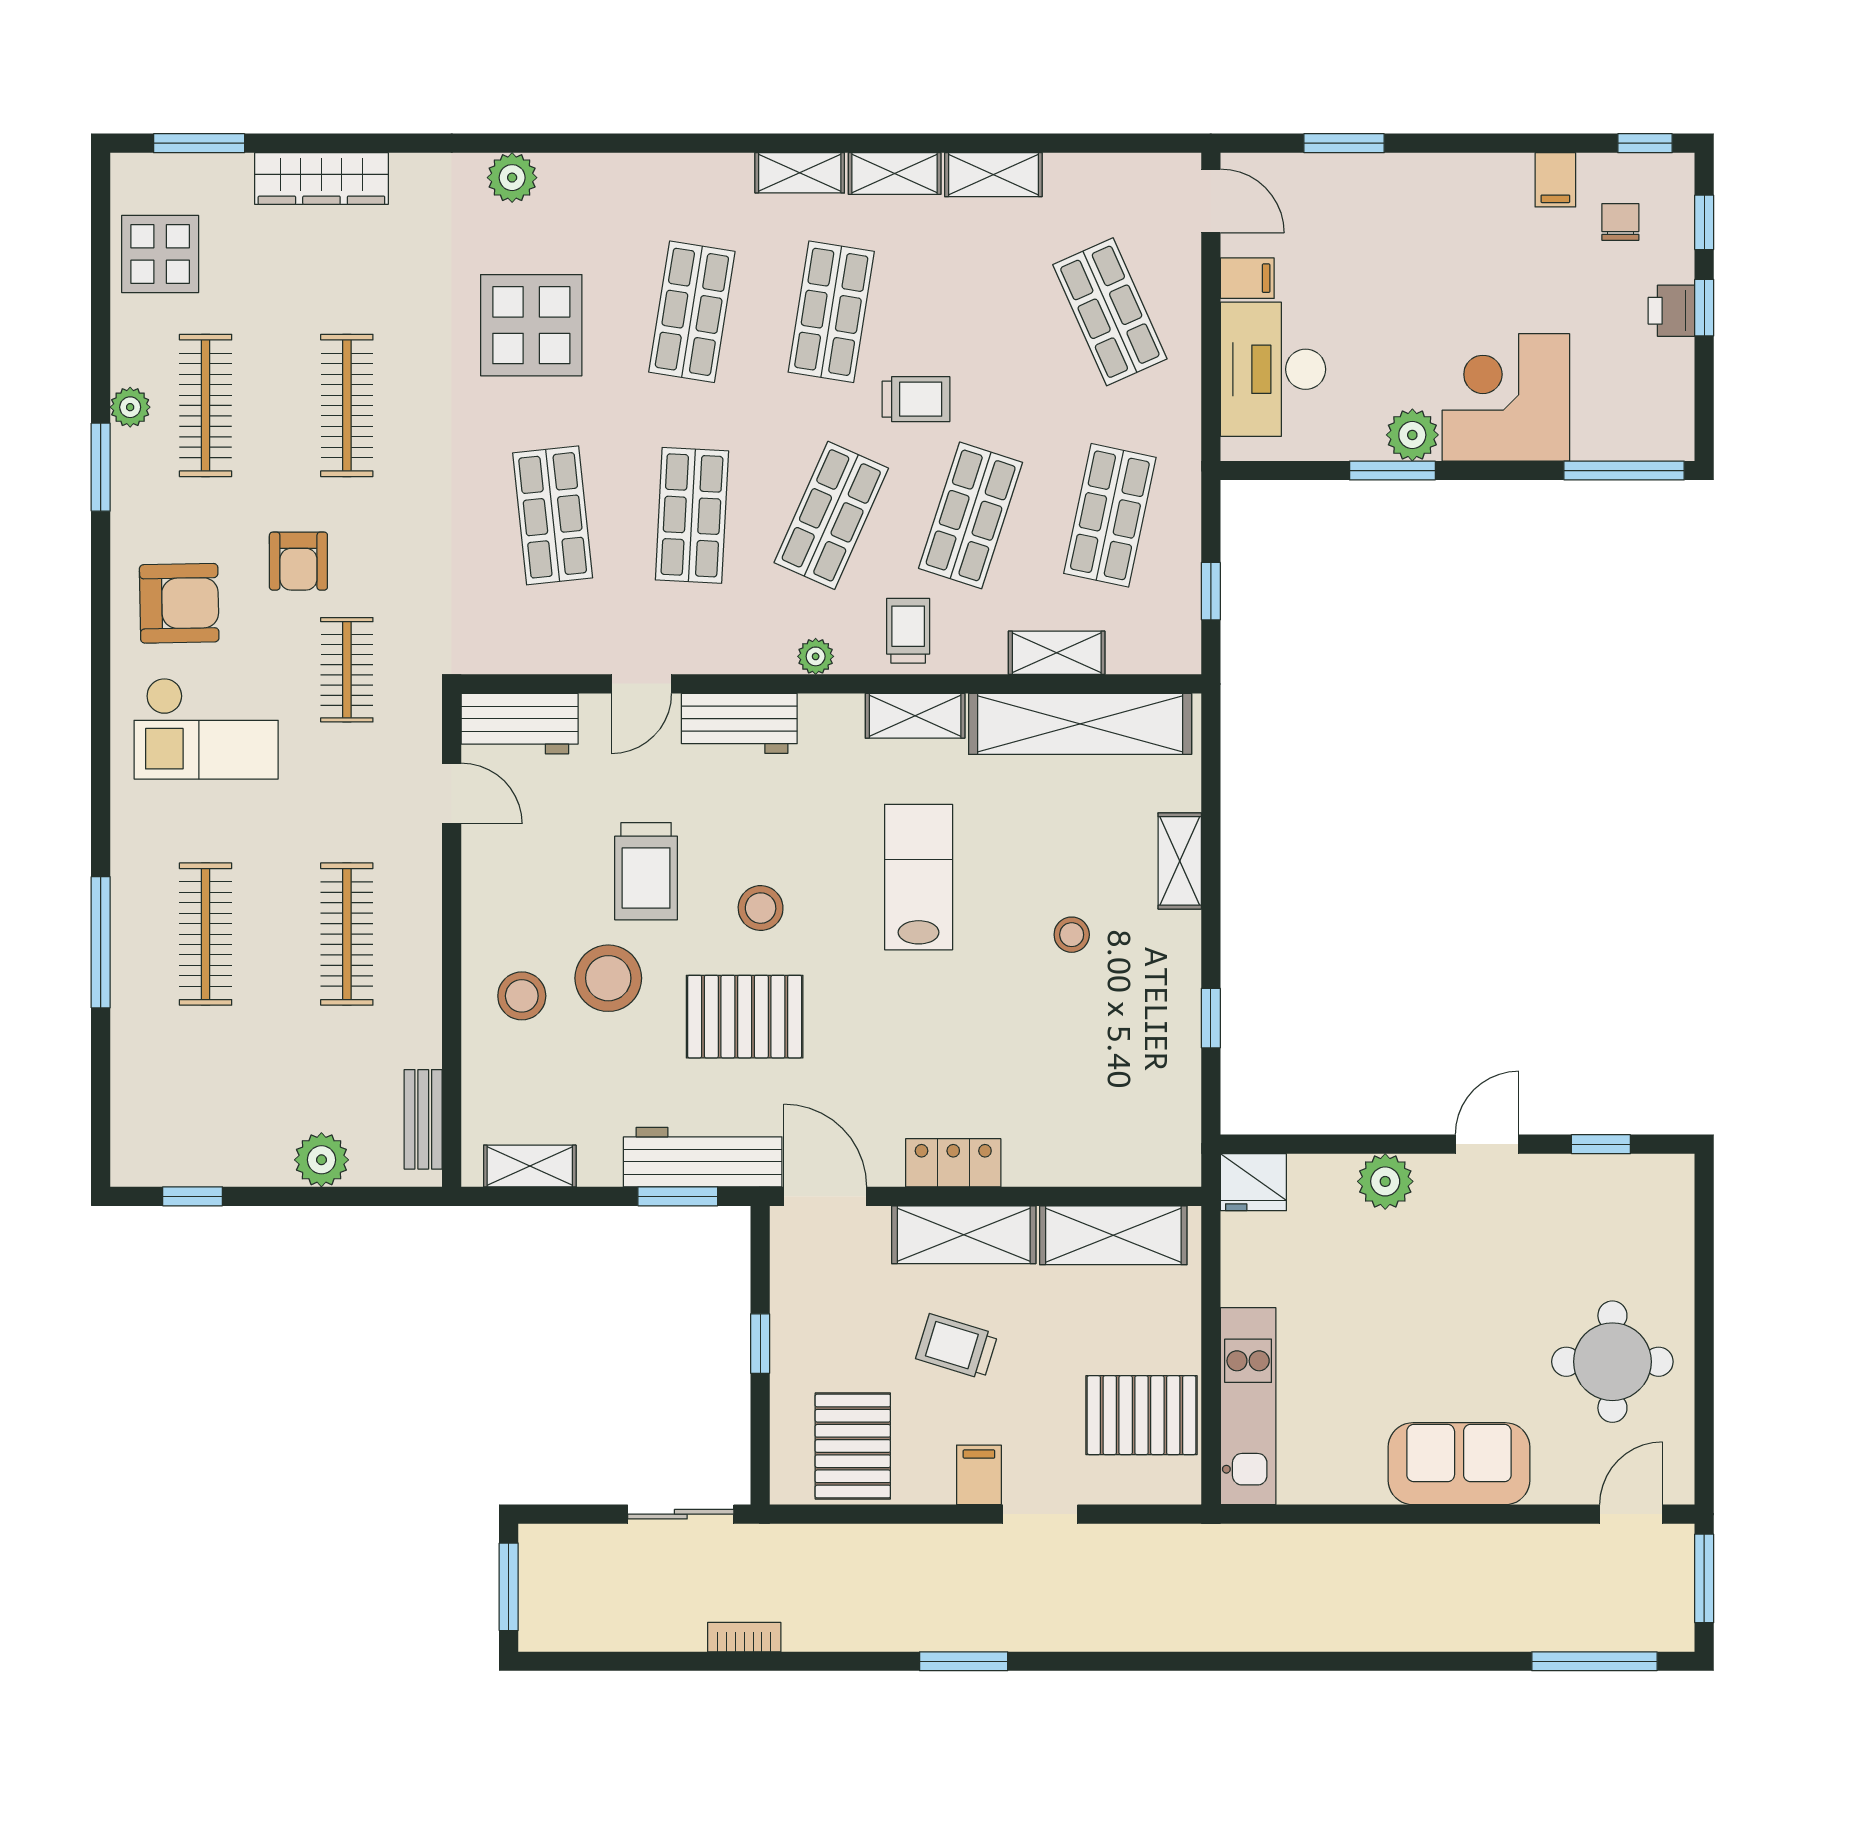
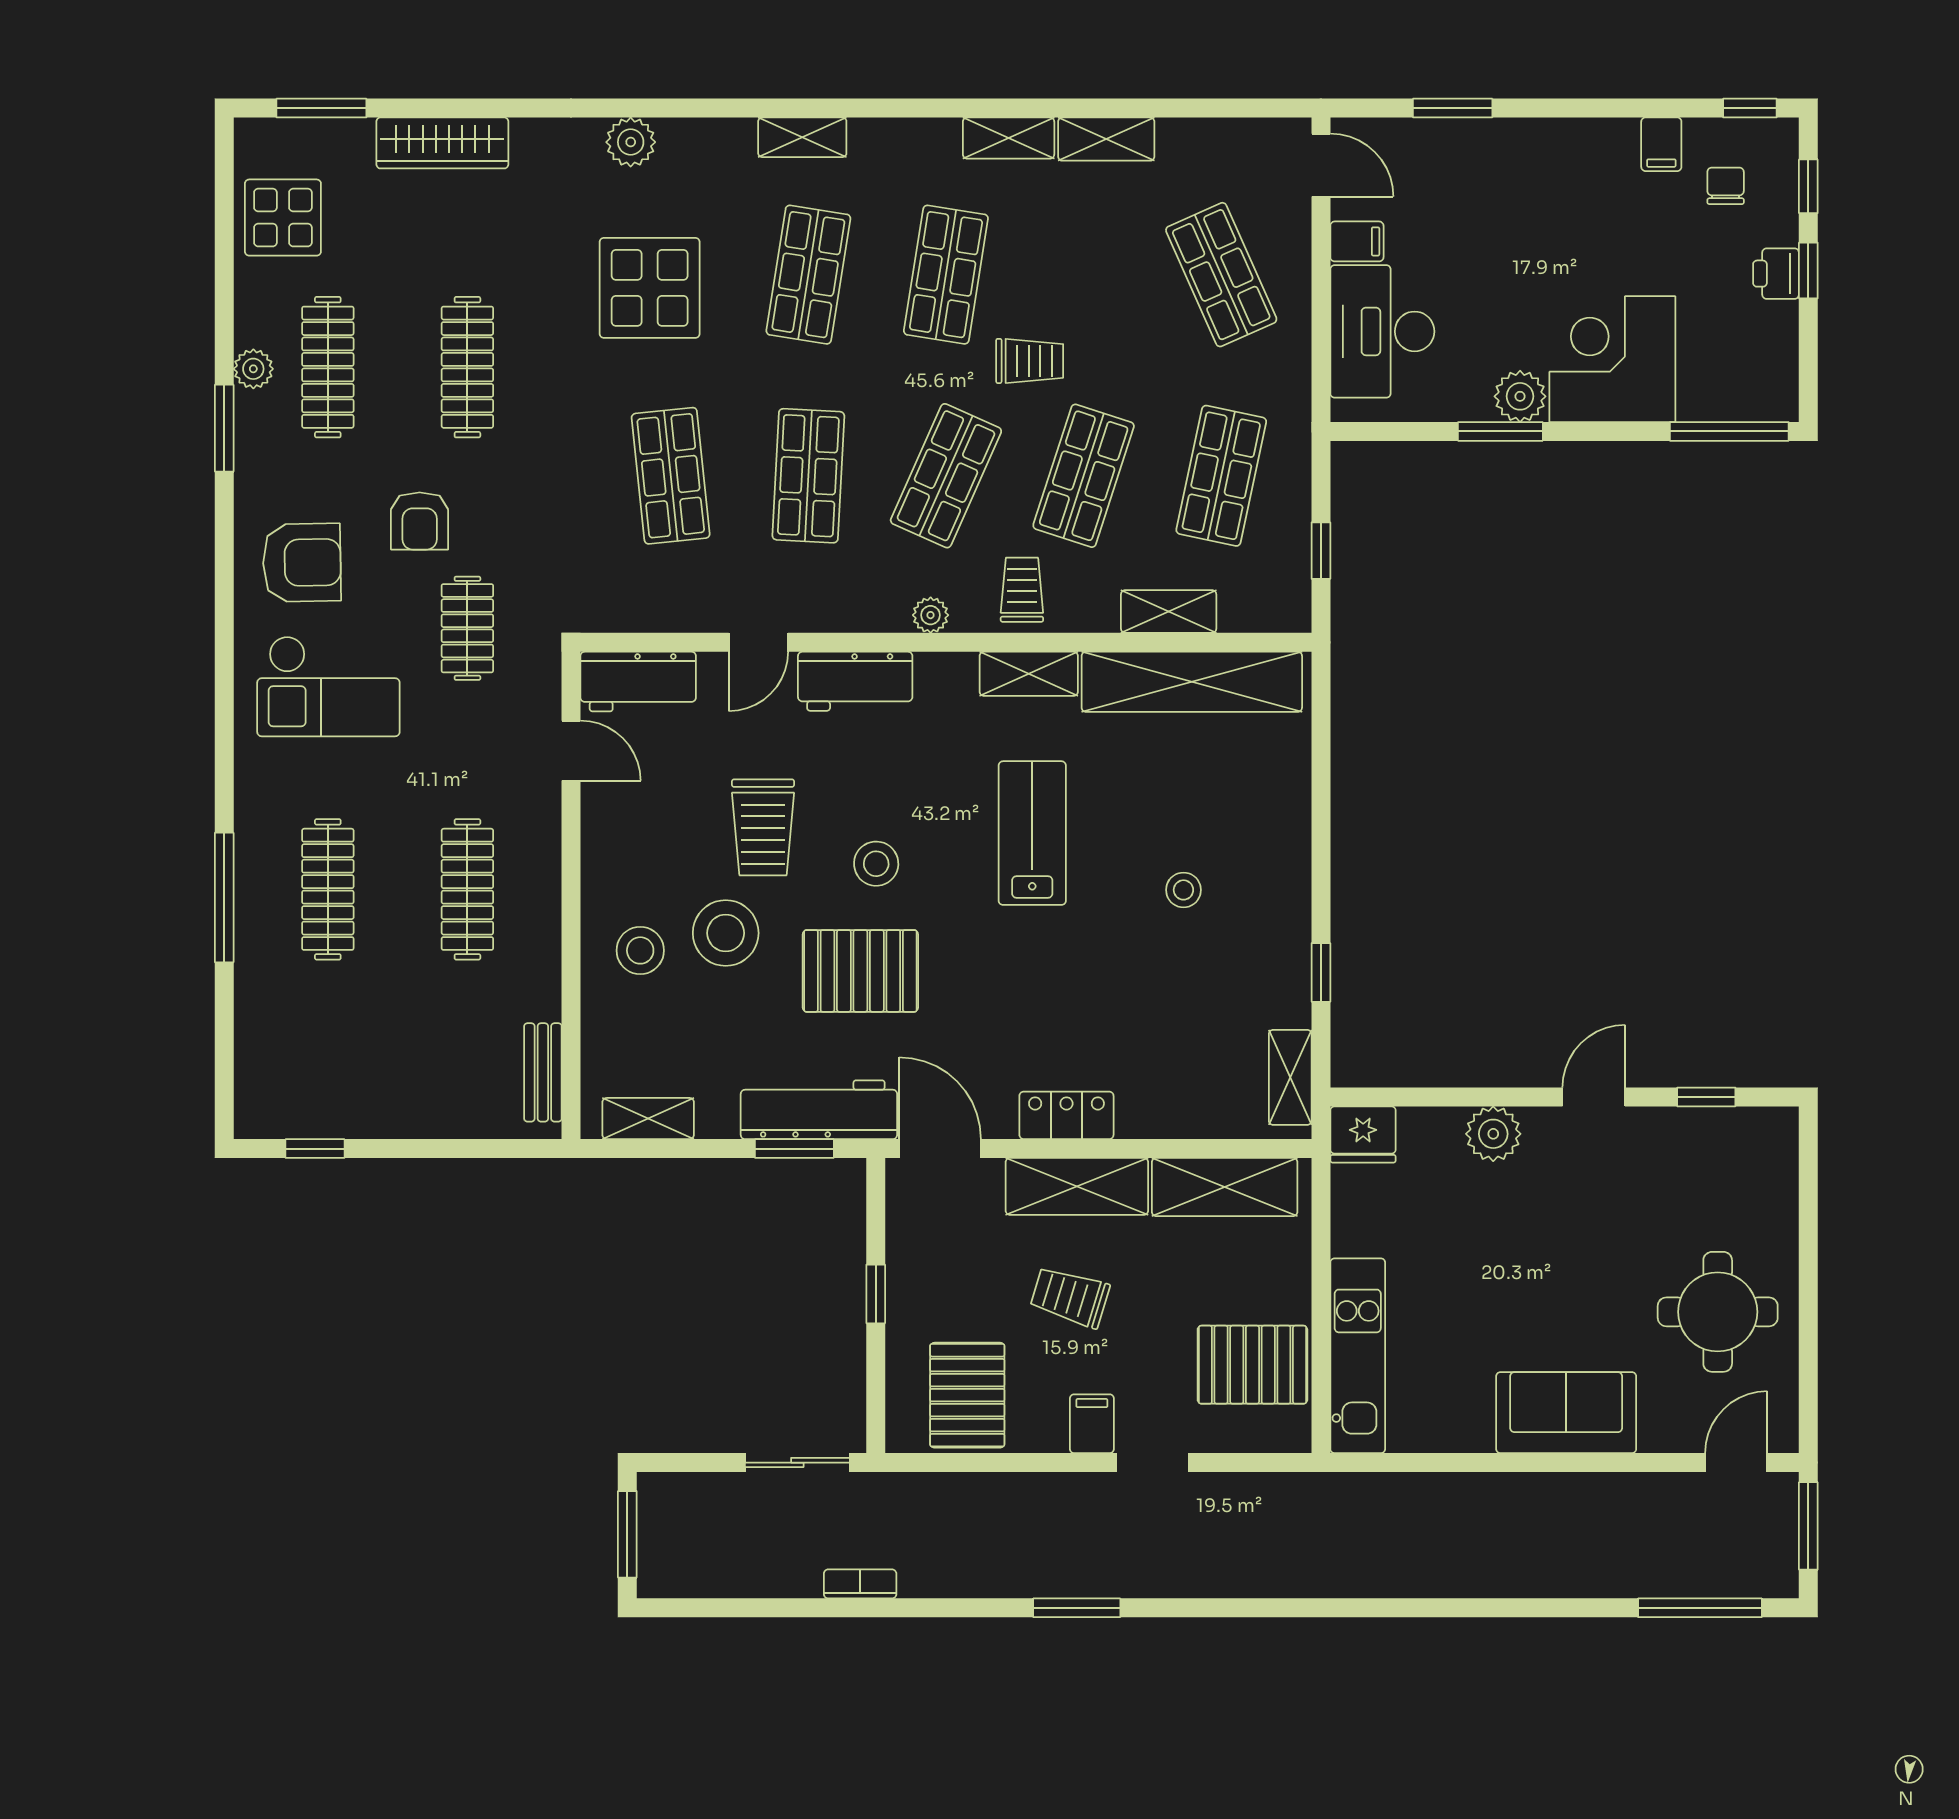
shelving: (800, 173) -> (802, 137), moved
shelving: (1180, 861) -> (1290, 1077), moved
plant: (321, 1160) -> (442, 1112), removed

